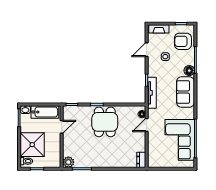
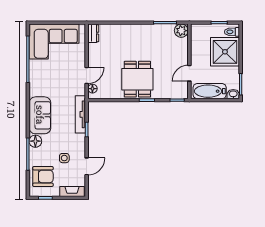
corner sofa: (180, 140) -> (54, 42), moved, turned 90

